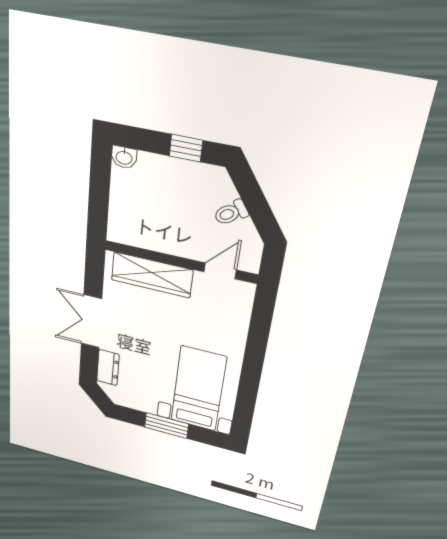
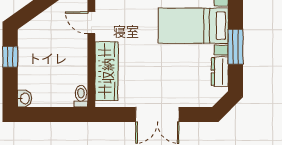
toilet: (231, 213) -> (81, 96), moved, turned -145
dresser: (108, 368) -> (220, 72), moved, turned -90

